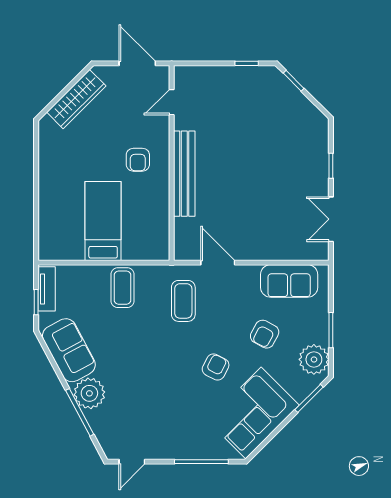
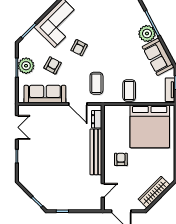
bed: (103, 221) -> (150, 126), width x2.04
dresser: (183, 234) -> (97, 119), added
sofa: (289, 281) -> (45, 94), width x1.36
plant: (314, 359) -> (26, 66), moved

